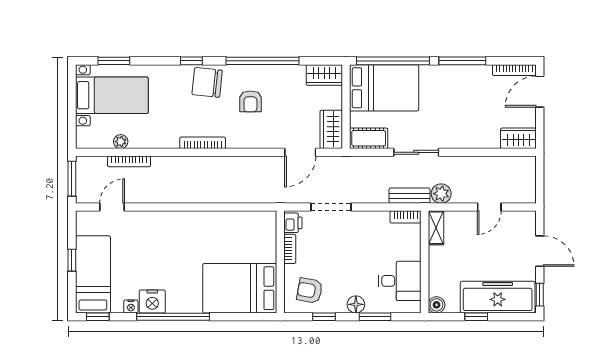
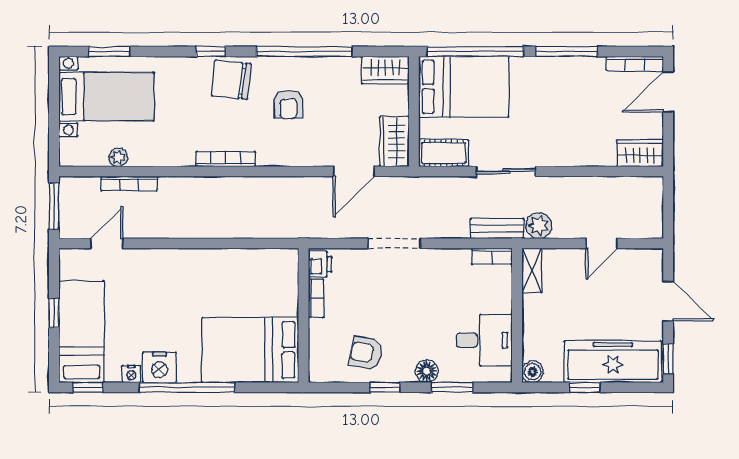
printer: (293, 223) -> (320, 264), moved
bookcase: (290, 249) -> (316, 298), moved
wall: (280, 262) -> (303, 315), moved
bed: (240, 288) -> (250, 350), moved

